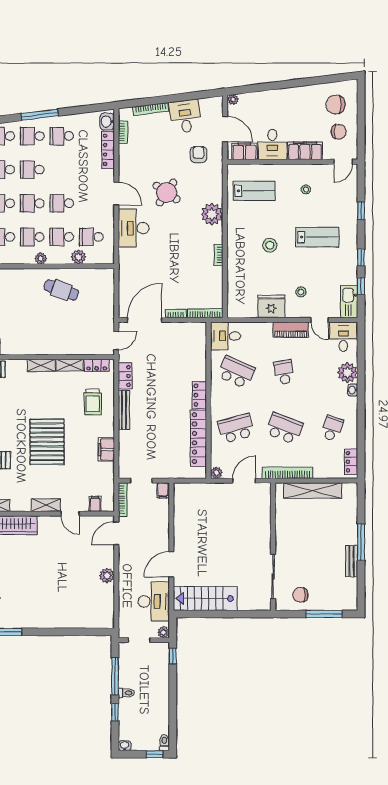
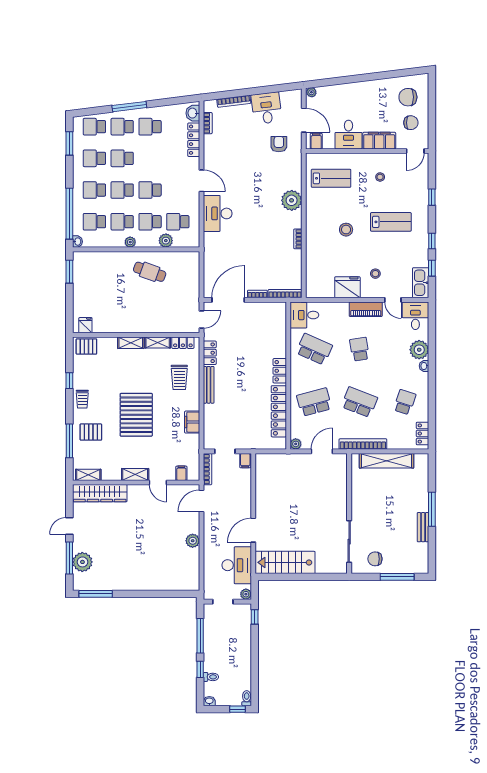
filing cabinet: (244, 151) -> (316, 141), width x0.50
round table: (167, 192) -> (249, 180), removed
toilet: (126, 693) -> (211, 677), moved

